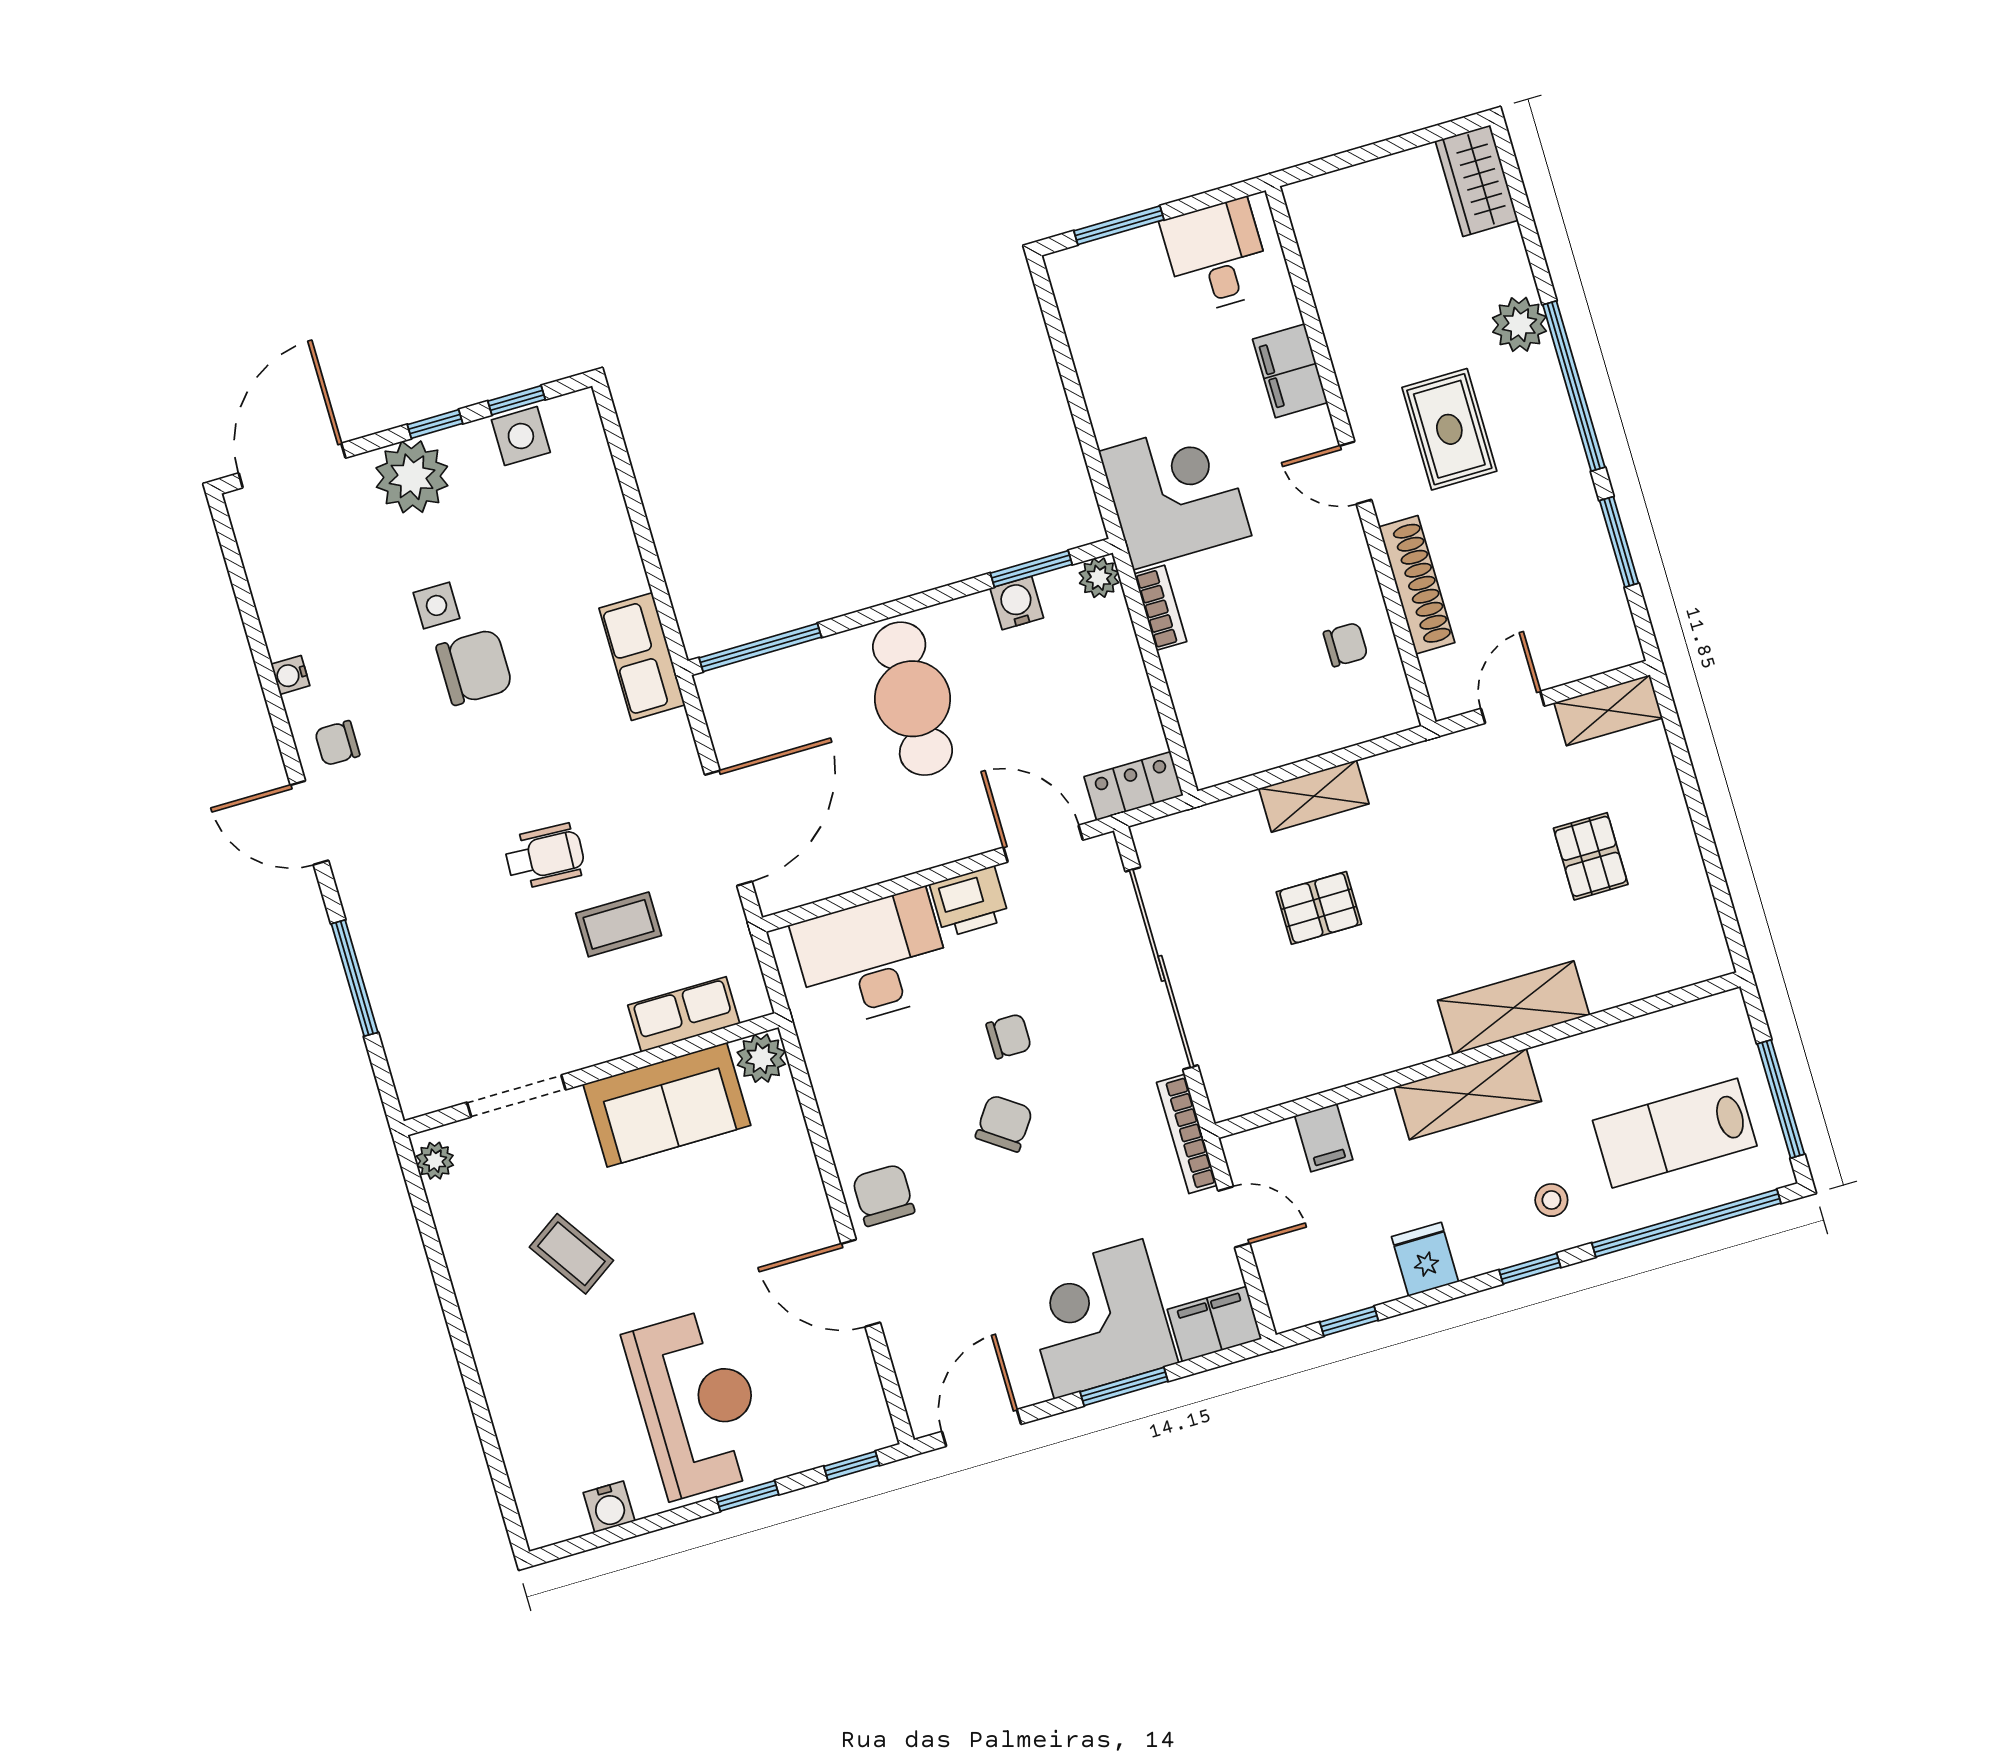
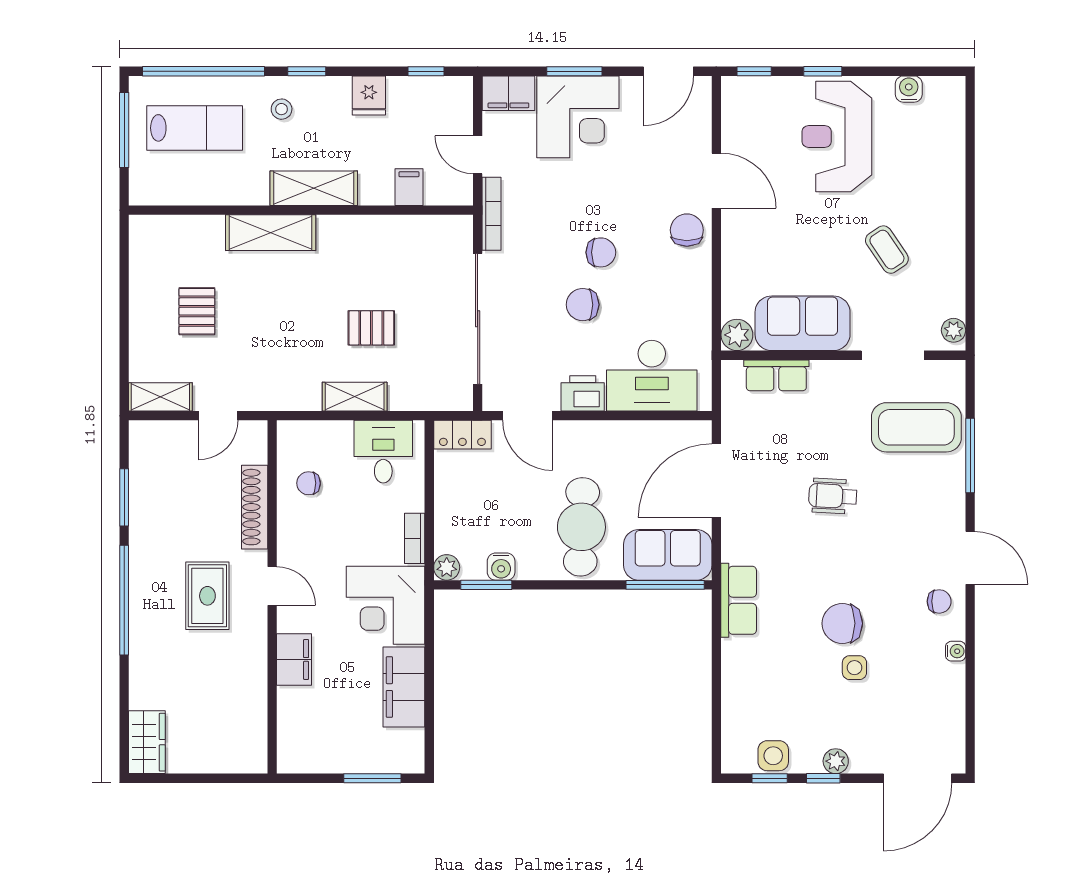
desk: (1217, 256) -> (383, 452), moved, turned 180
plant: (1519, 324) -> (146, 647), removed
filing cabinet: (1111, 378) -> (404, 687), added
plant: (412, 477) -> (836, 761), width x0.53, depth x0.53
sofa: (769, 694) -> (668, 555), added
coffee table: (619, 924) -> (916, 427), moved, width x1.86, depth x1.72
chair: (1009, 1036) -> (583, 305), width x1.37, depth x1.37
chair: (1004, 1123) -> (601, 252), turned -125
chair: (883, 1195) -> (687, 230), turned 180

